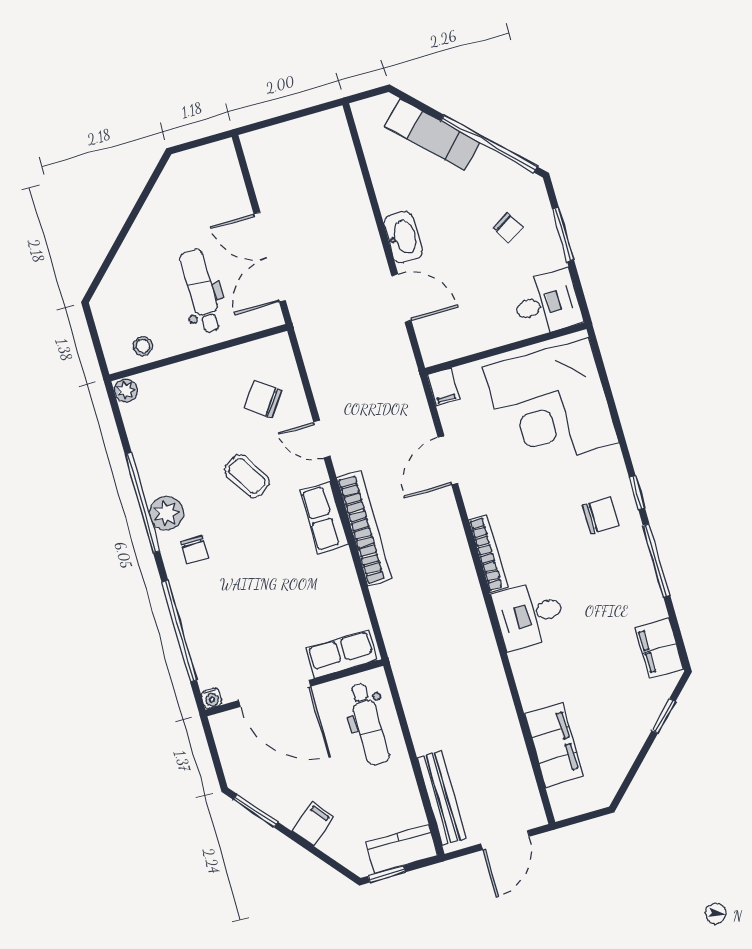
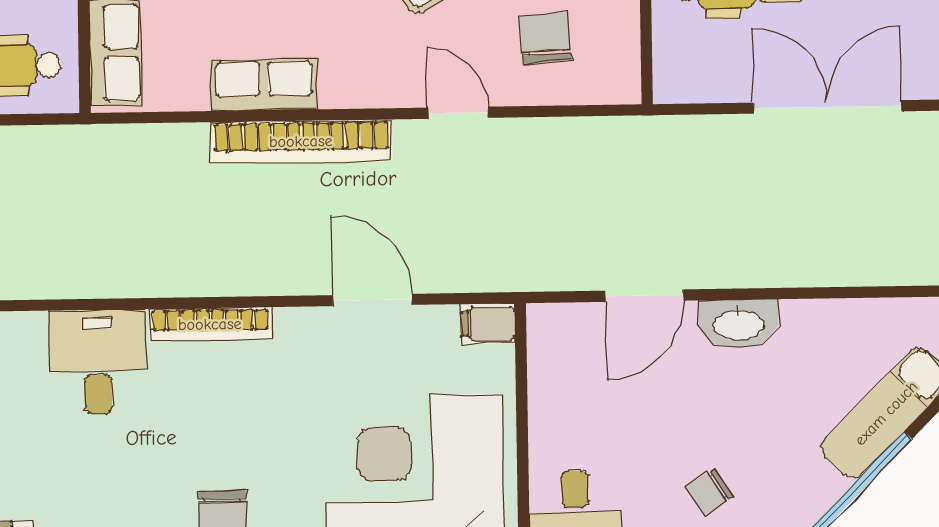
double door: (270, 257) -> (827, 107), moved
chair: (263, 399) -> (545, 38), turned -41
door: (322, 439) -> (458, 113), hinge flipped
row of seats: (324, 517) -> (264, 85), moved

